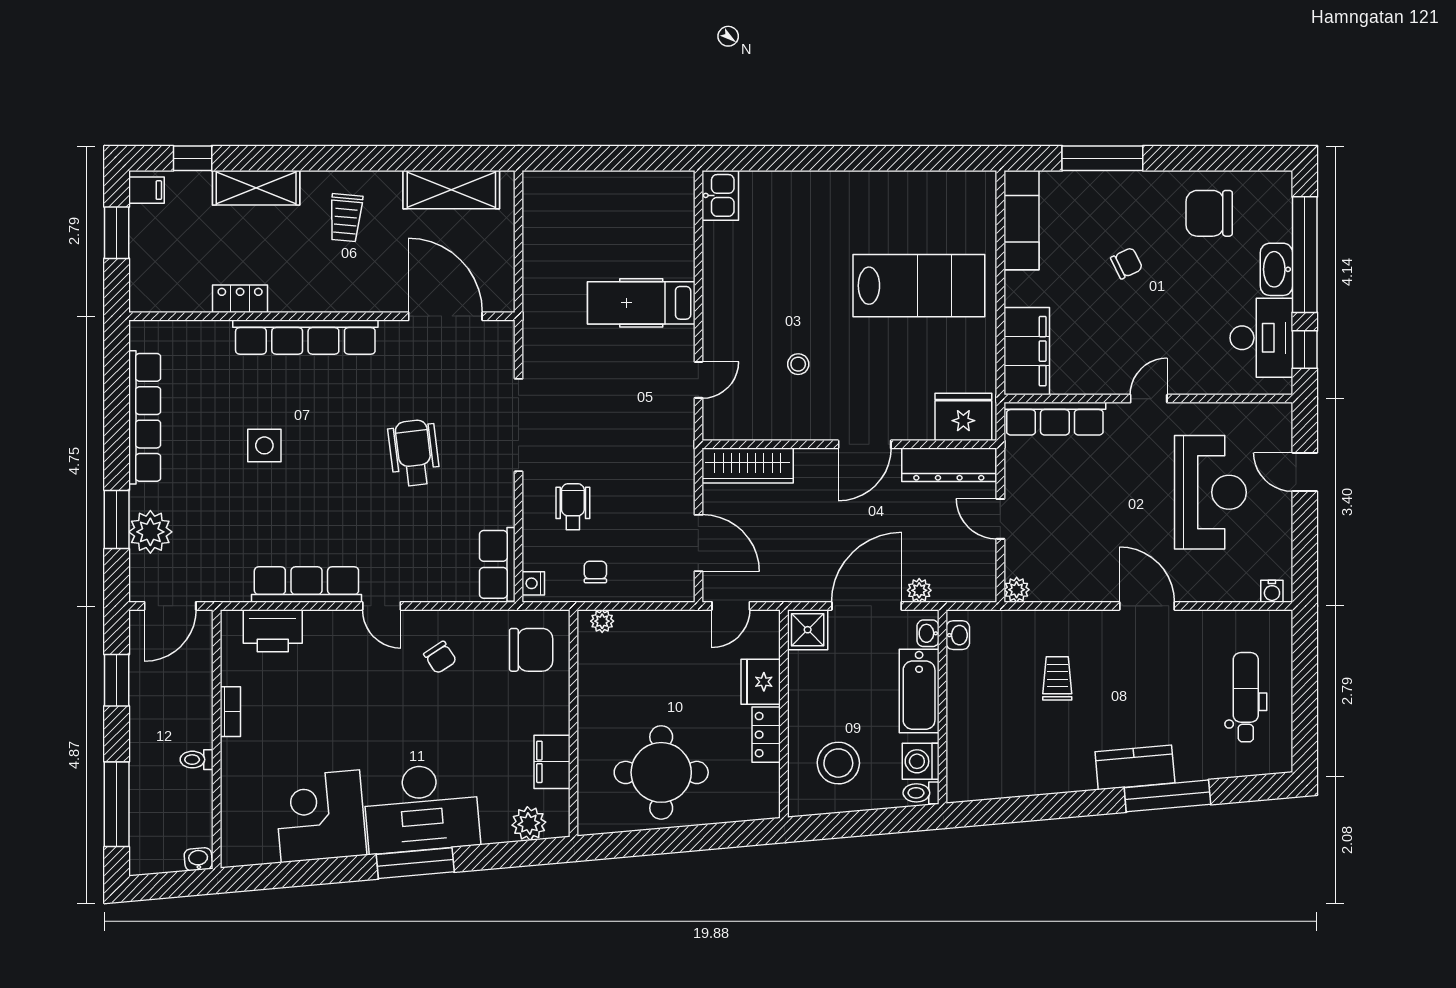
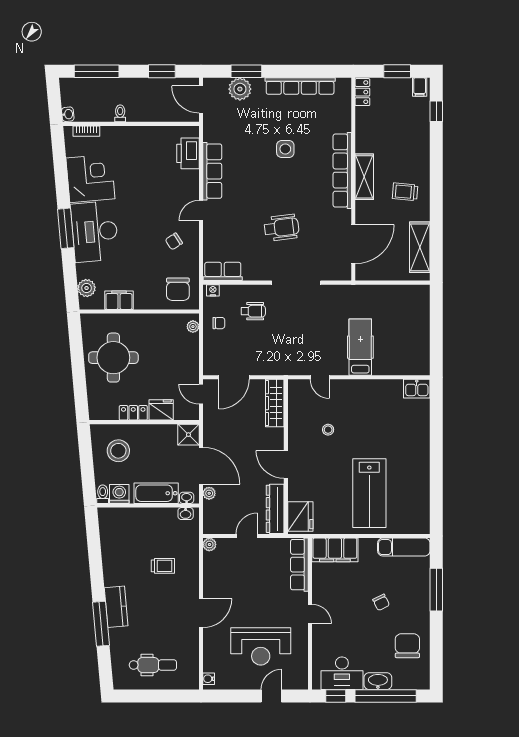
shelving: (256, 188) -> (364, 177), moved
locker: (240, 299) -> (362, 92), moved
bookcase: (230, 712) -> (86, 131), moved

